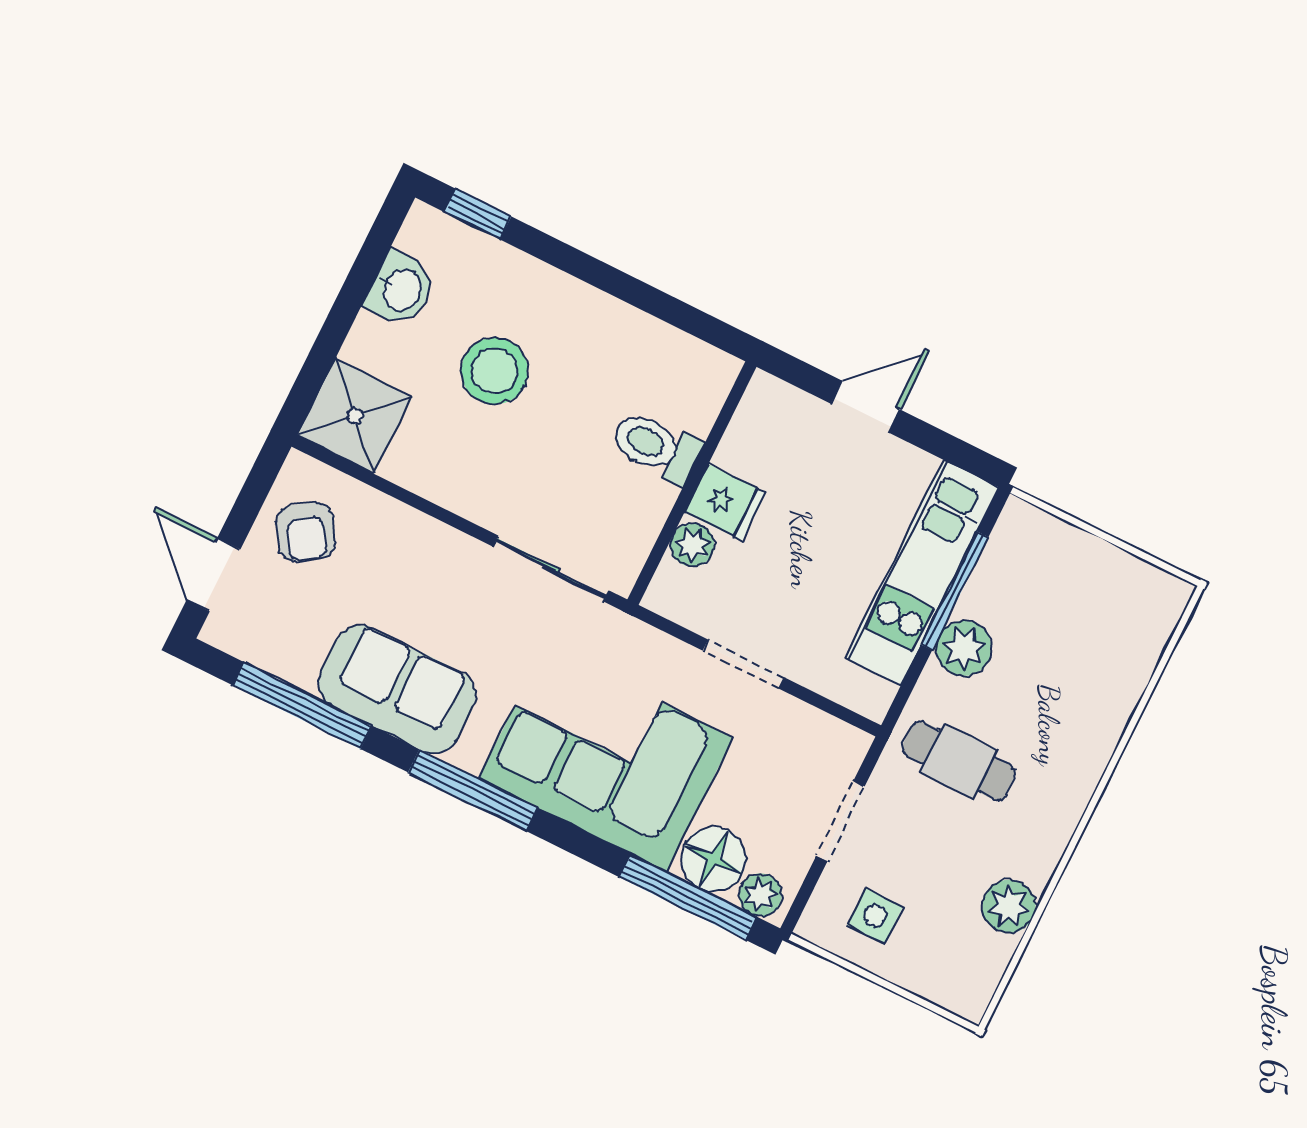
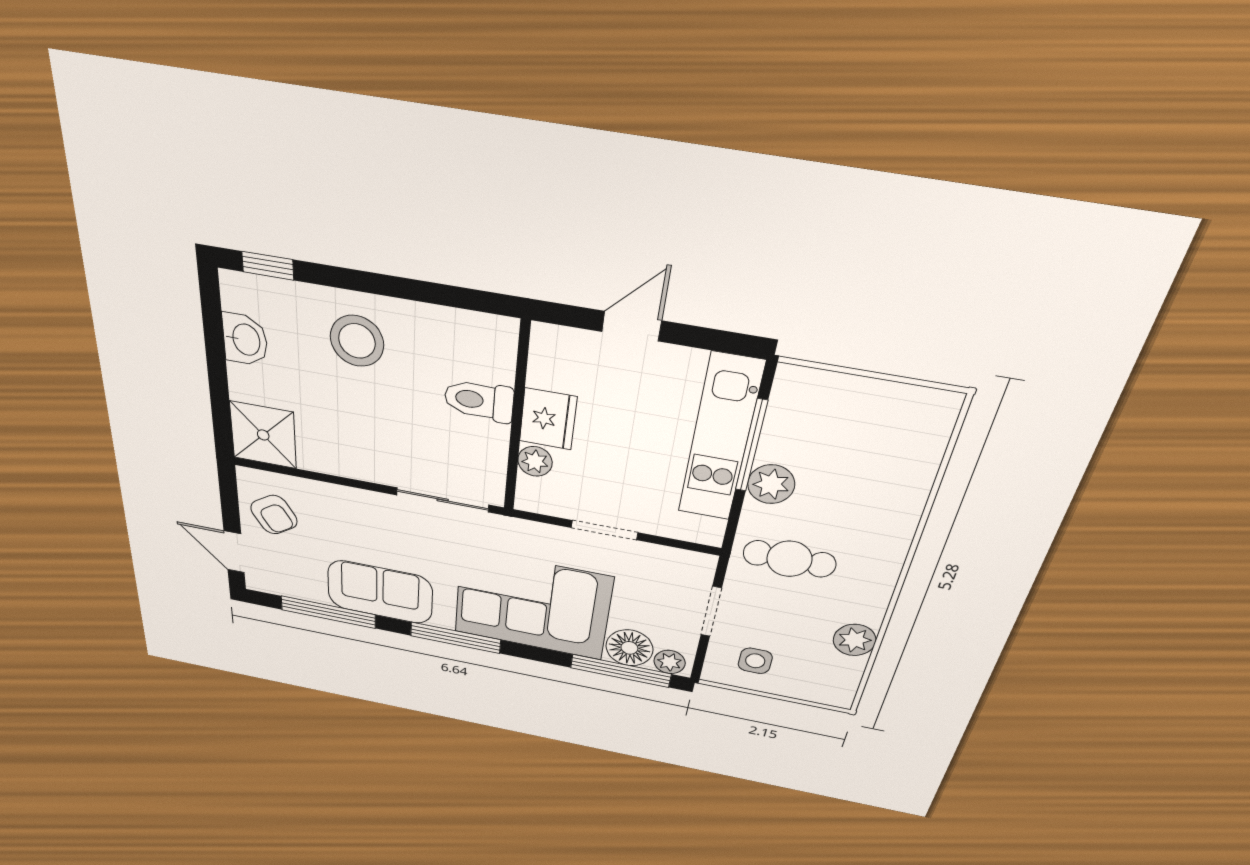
stool: (495, 371) -> (357, 341), moved
fridge: (725, 502) -> (548, 419), width x1.38

